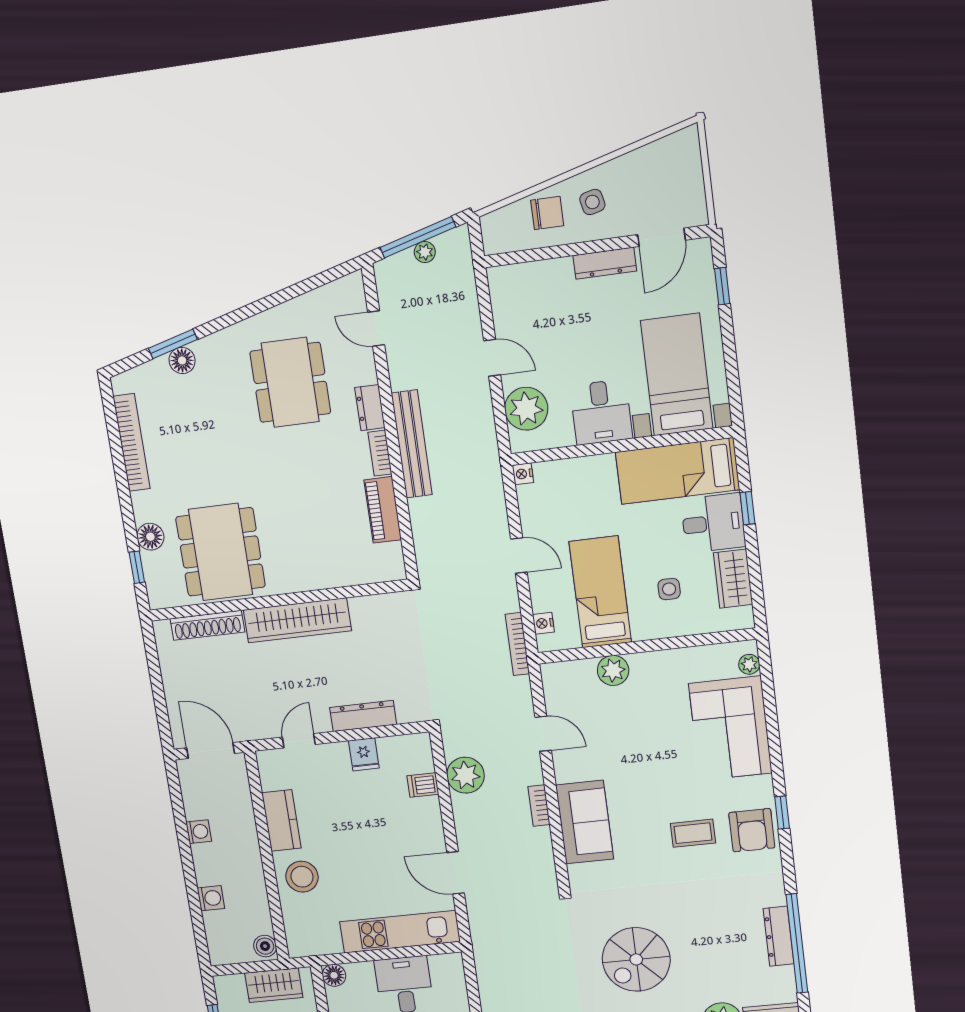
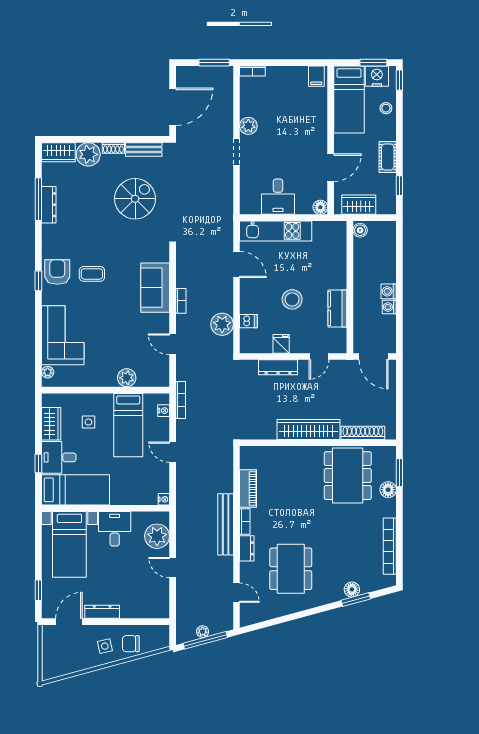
window: (137, 567) -> (399, 473), width x1.50
stool: (302, 877) -> (292, 299), moved
washing machine: (211, 898) -> (389, 291), moved
window: (797, 943) -> (38, 199), width x0.68

